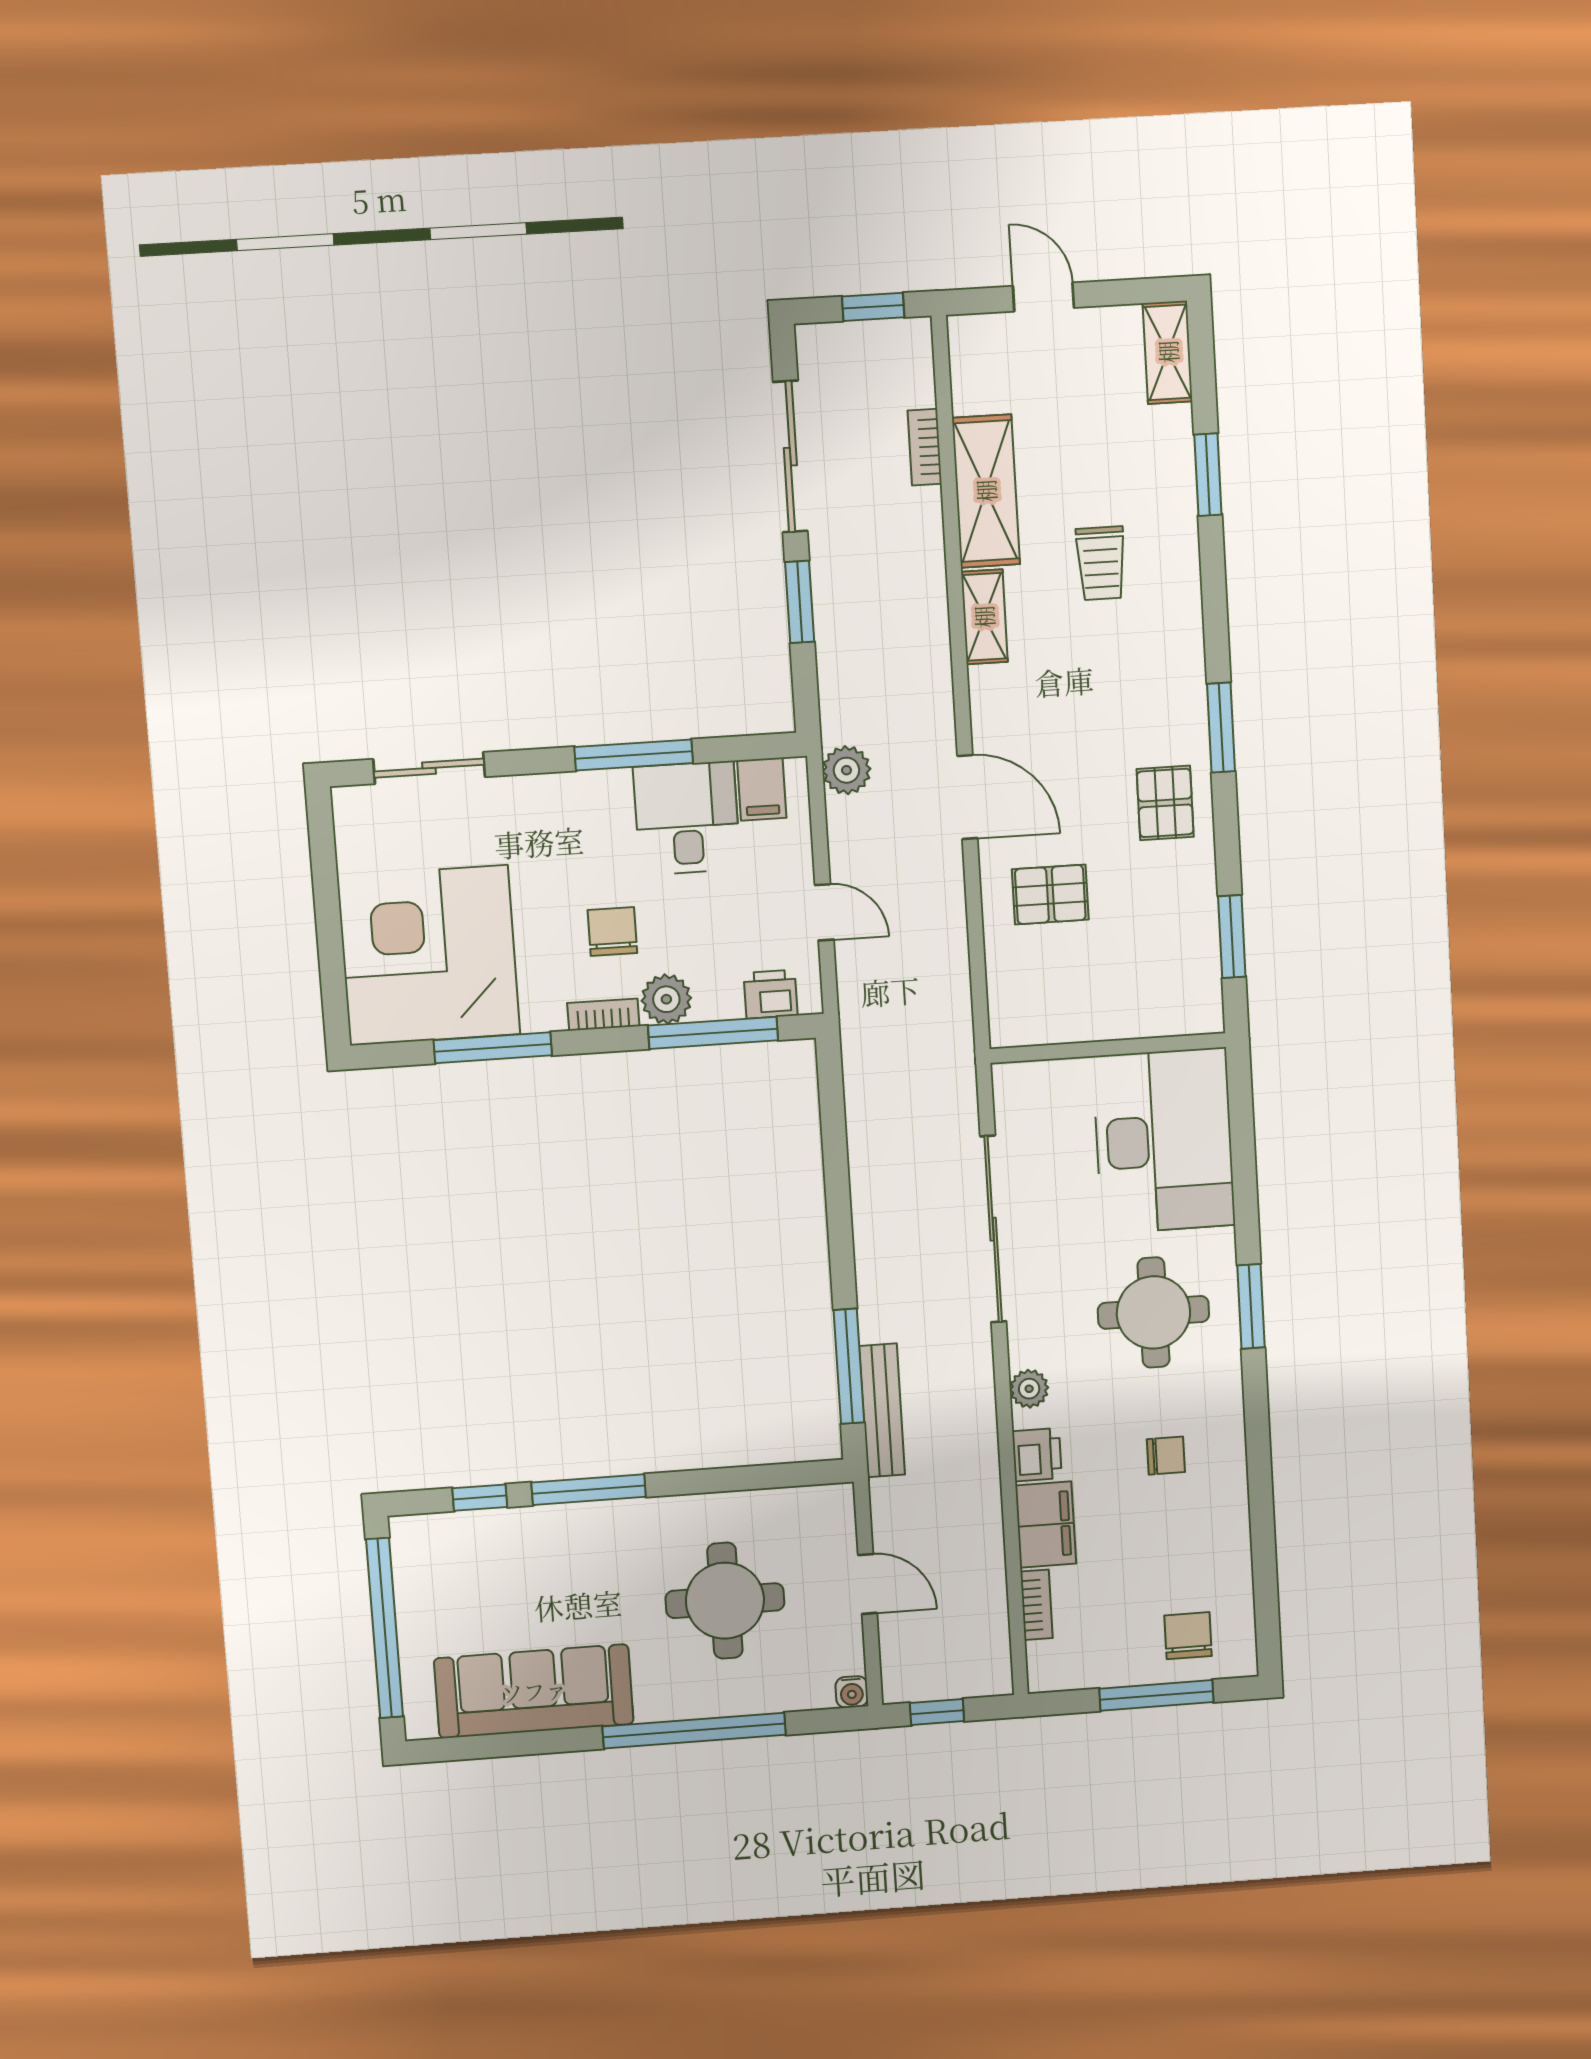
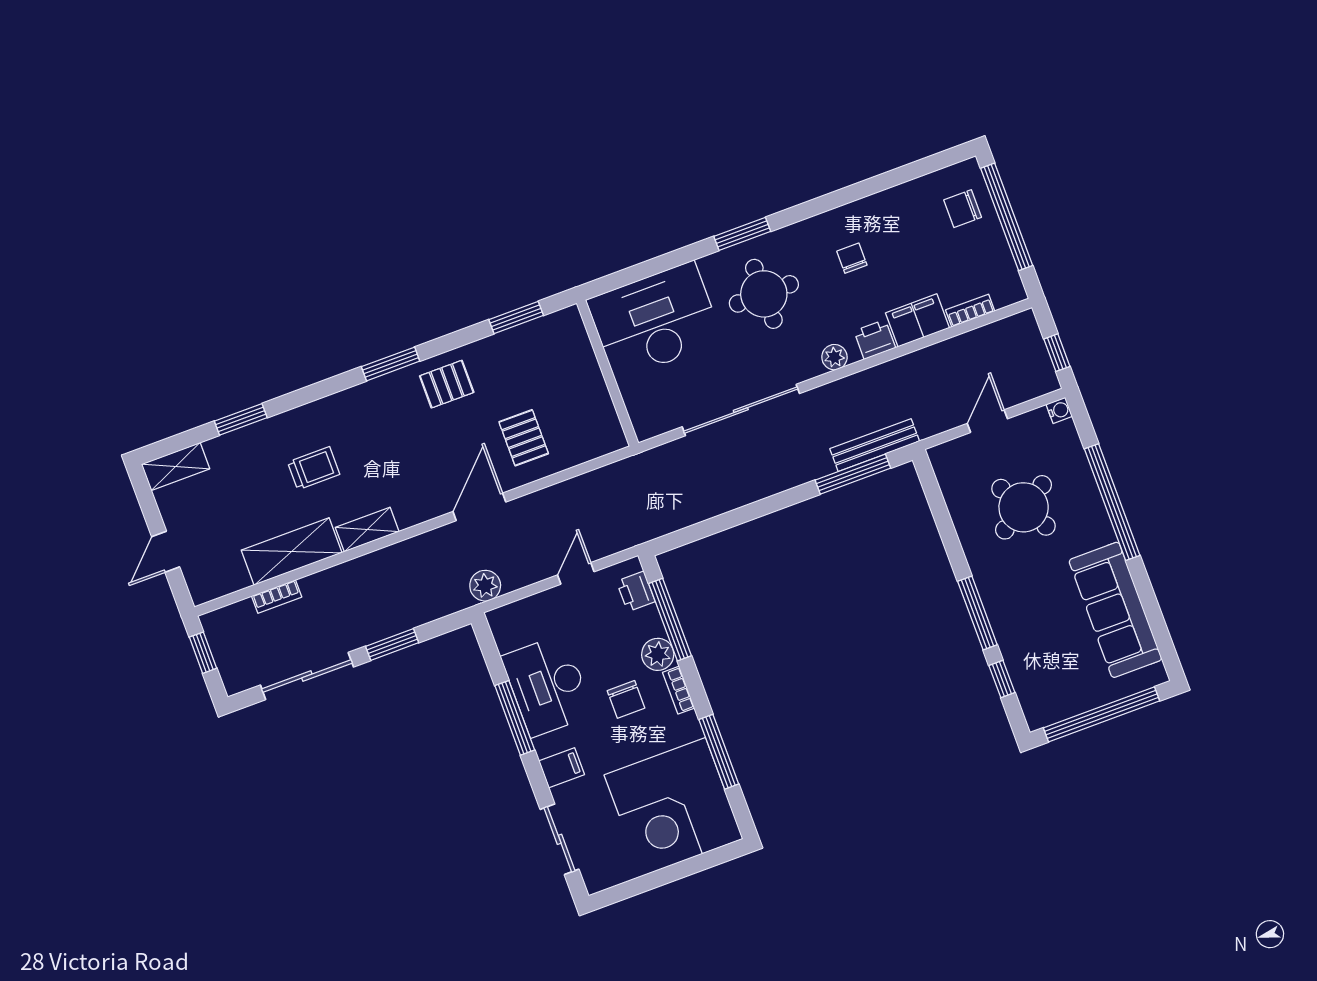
filing cabinet: (762, 789) -> (562, 768), moved
desk: (687, 818) -> (547, 686), width x1.37
chair: (612, 932) -> (626, 699), turned -90
round table: (725, 1601) -> (1024, 507), turned -30
window: (1156, 1695) -> (1007, 217), width x1.46

